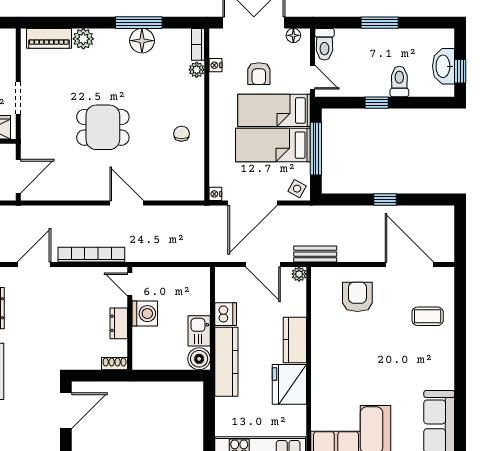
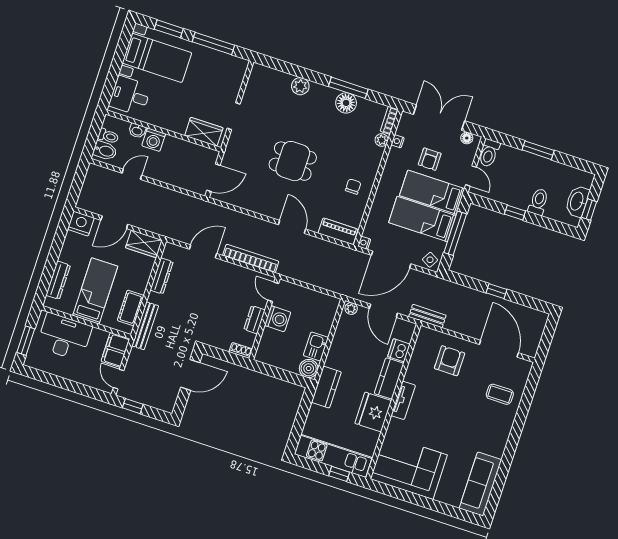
piano: (49, 38) -> (338, 231), moved, turned 180
plant: (299, 274) -> (351, 308), moved
dishwasher: (226, 314) -> (399, 350), moved, turned 180
tv unit: (319, 360) -> (403, 400), added
kitchen counter: (226, 362) -> (326, 387), width x0.67

